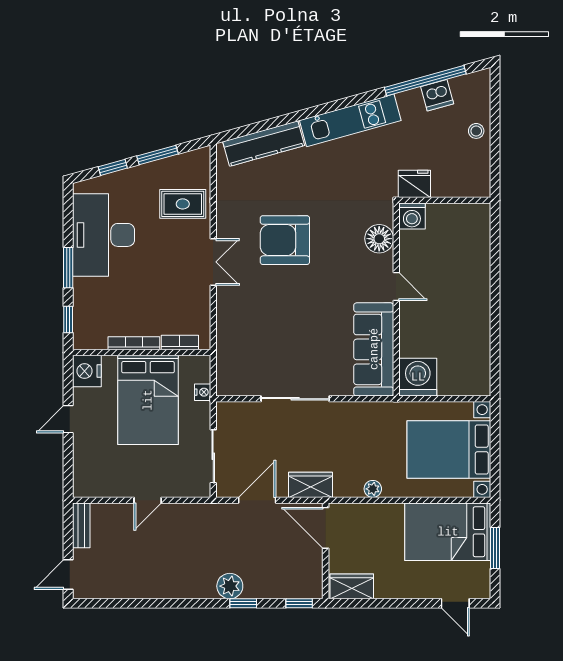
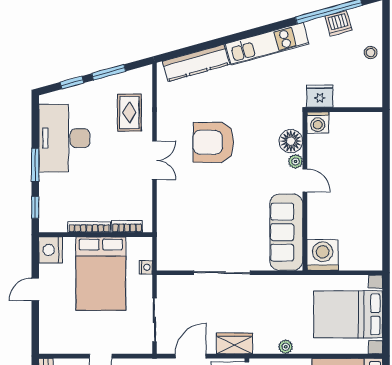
rug: (183, 204) -> (129, 113), turned 90
plant: (385, 263) -> (296, 161), added

